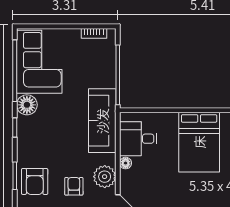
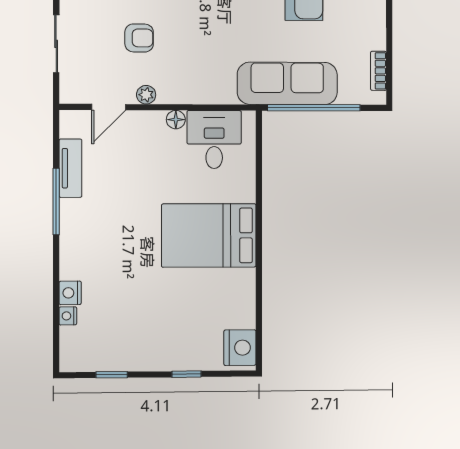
sofa: (102, 121) -> (287, 83), moved
plant: (105, 177) -> (146, 95), width x0.53, depth x0.53

